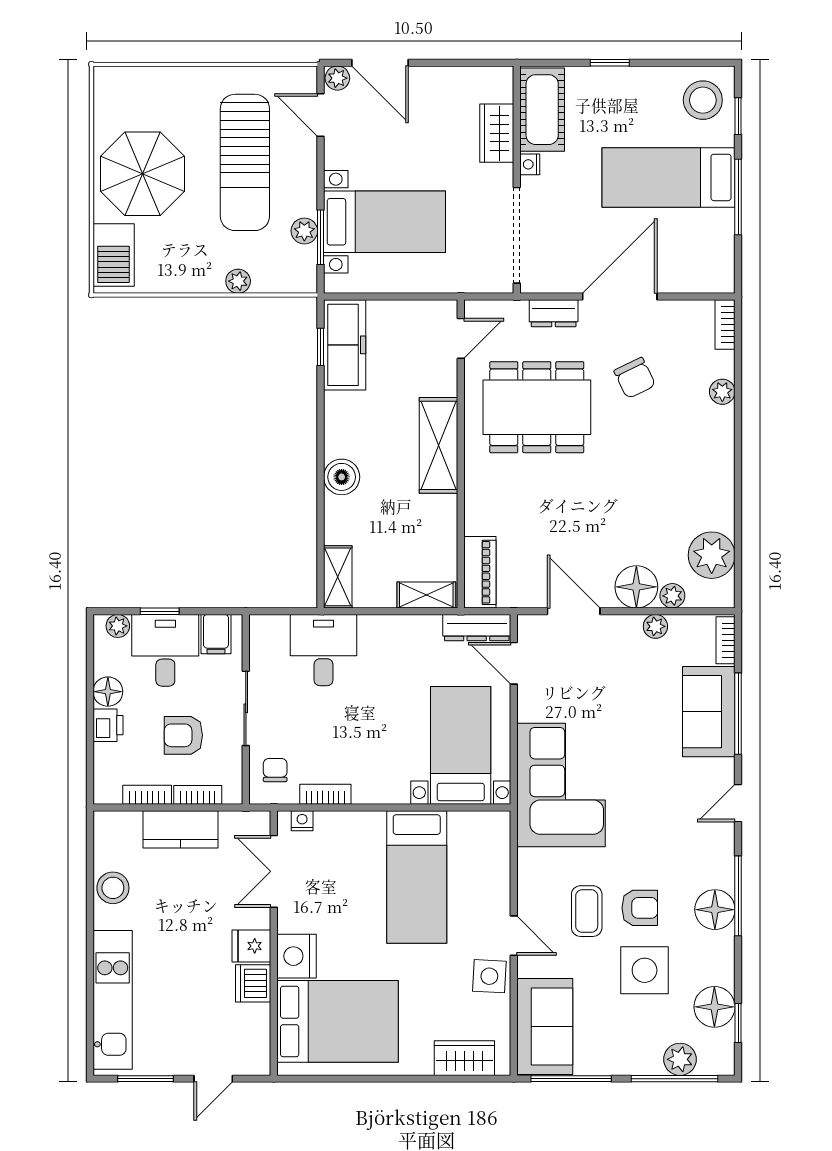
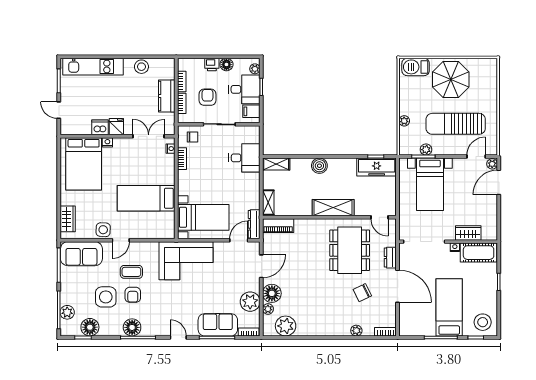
plant: (655, 626) -> (250, 302), width x1.87, depth x1.87
nightstand: (297, 956) -> (107, 142), width x0.53, depth x0.56

